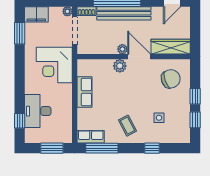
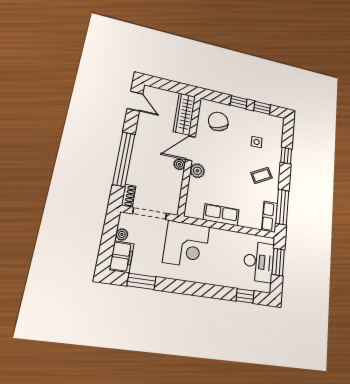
plant: (67, 11) -> (122, 234), moved
bench: (124, 13) -> (139, 154), removed
desk: (38, 111) -> (259, 262), moved, turned -90

